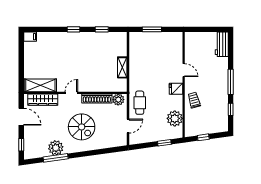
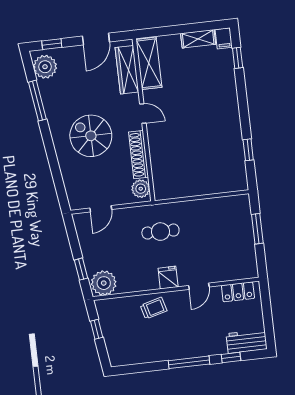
window: (74, 29) -> (238, 58), moved
locker: (190, 46) -> (238, 292), added
shelving: (122, 67) -> (198, 39), moved
cafe table: (140, 103) -> (160, 232), moved
window: (231, 109) -> (231, 357), moved
plant: (175, 118) -> (104, 283), moved
door: (128, 126) -> (101, 209), hinge flipped
spiral stairs: (82, 127) -> (91, 136), turned 90
plant: (56, 148) -> (45, 67), moved

